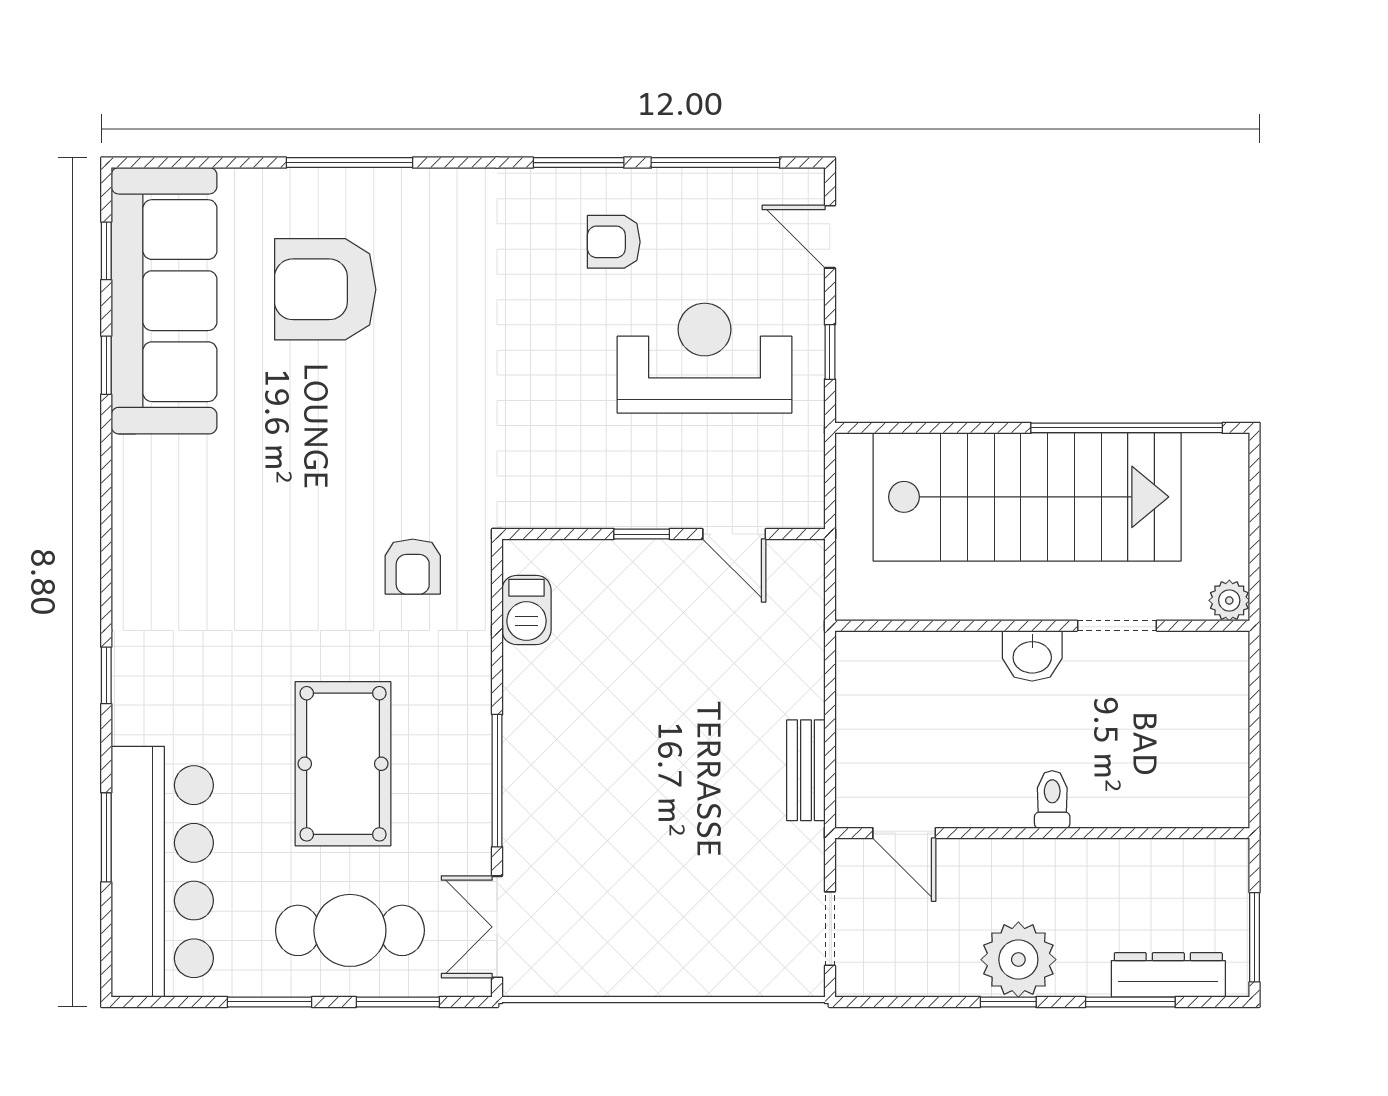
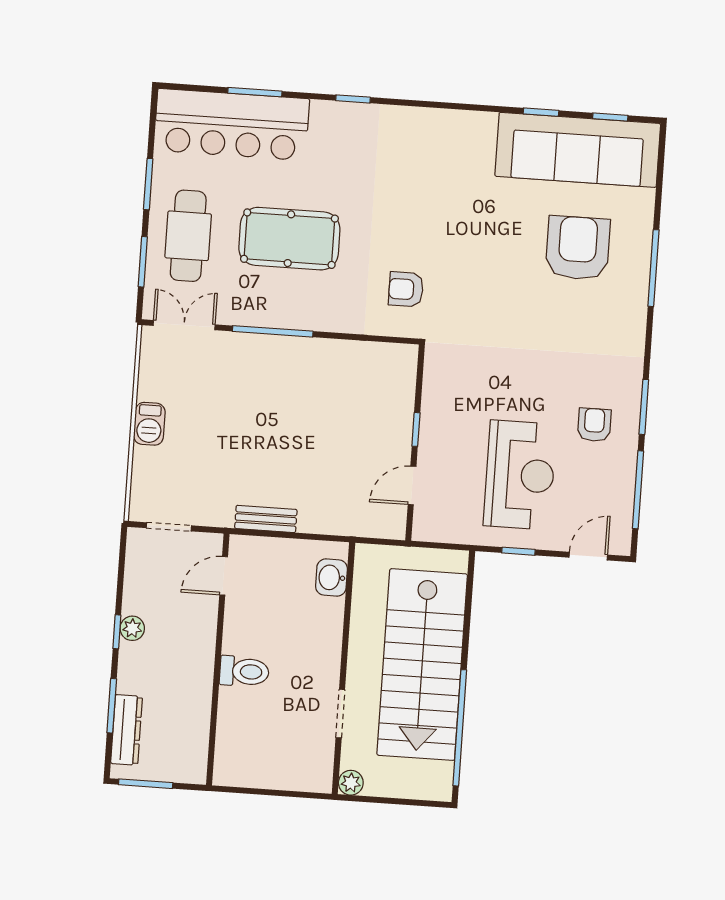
barbecue: (526, 610) -> (149, 424), moved, turned -90
washbasin: (1032, 656) -> (331, 577), moved
toilet: (1052, 799) -> (244, 671), width x1.37, depth x1.39
plant: (1018, 960) -> (132, 628), width x0.53, depth x0.53

